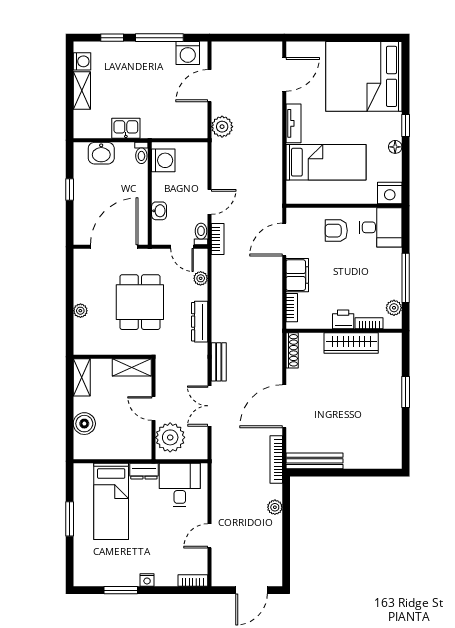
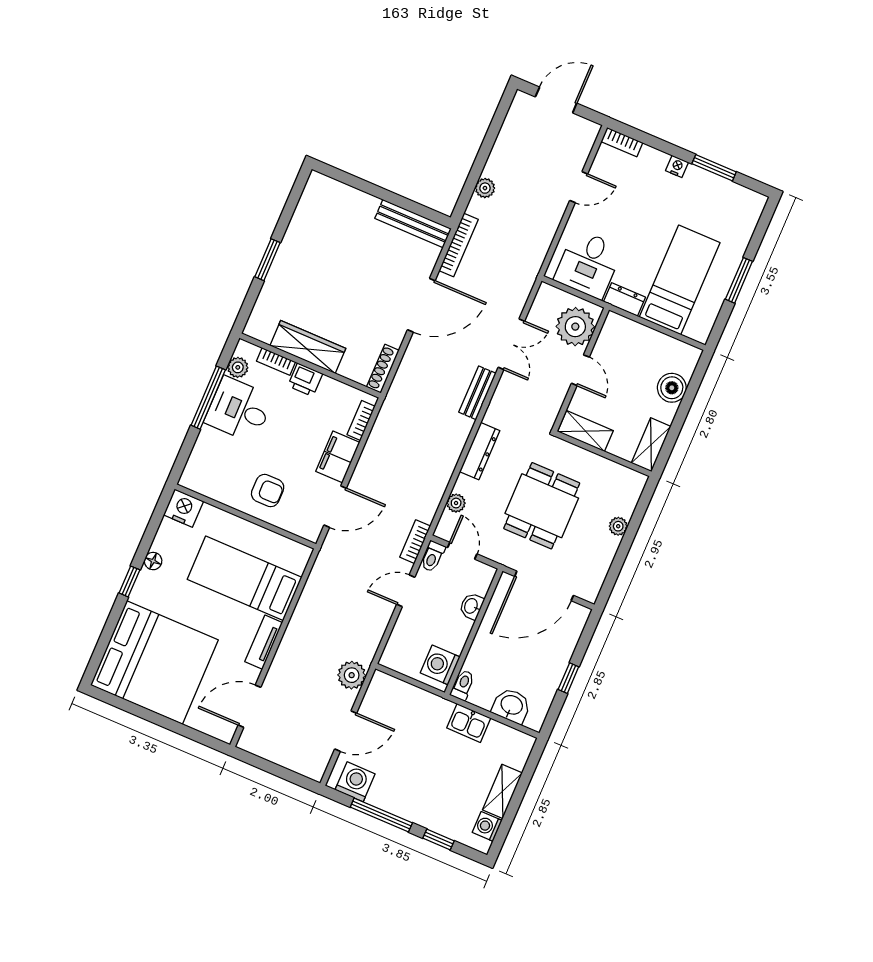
desk: (380, 227) -> (239, 410), moved

